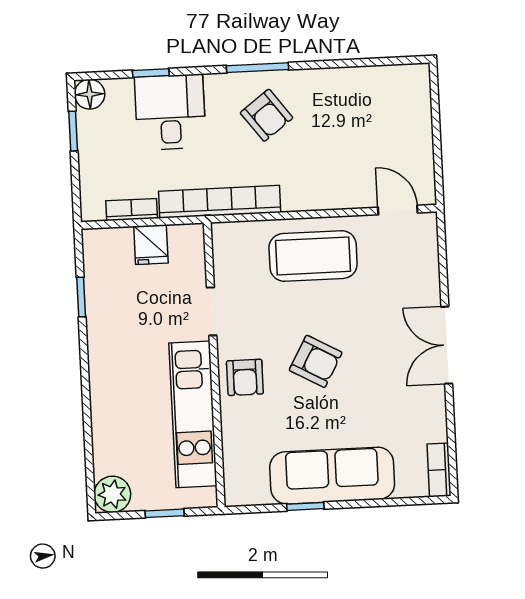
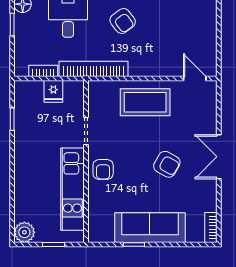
armchair: (316, 361) -> (167, 164), moved

